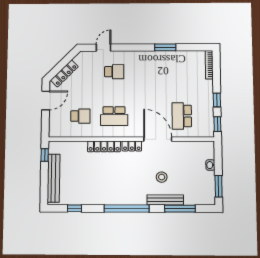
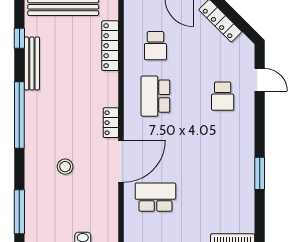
locker: (104, 146) -> (110, 46), moved
bench: (165, 200) -> (32, 63), moved
window: (180, 209) -> (19, 212), moved

